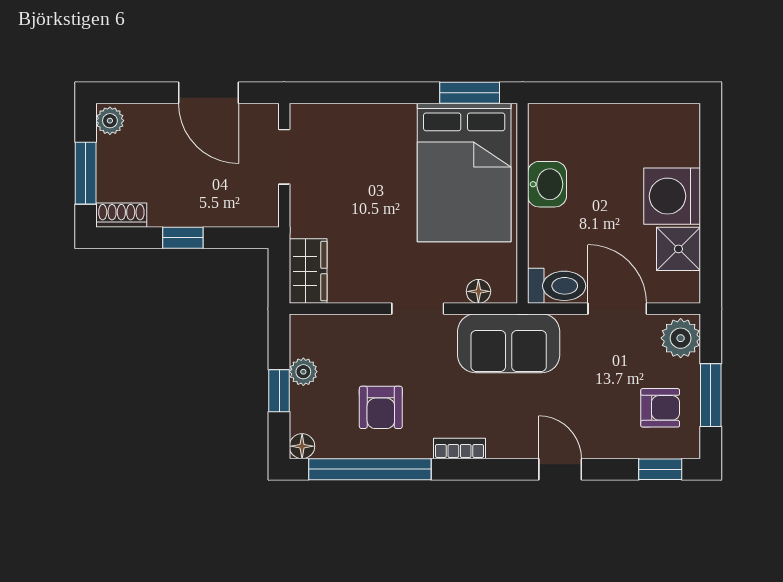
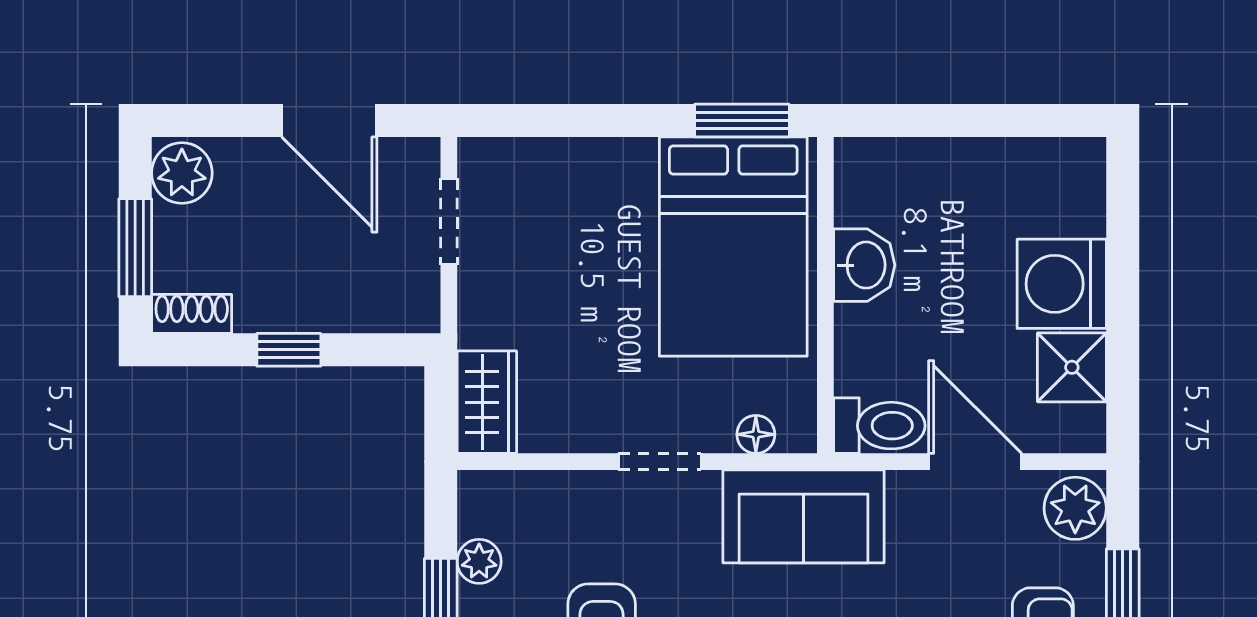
plant: (110, 121) -> (182, 173), width x1.38, depth x1.38

